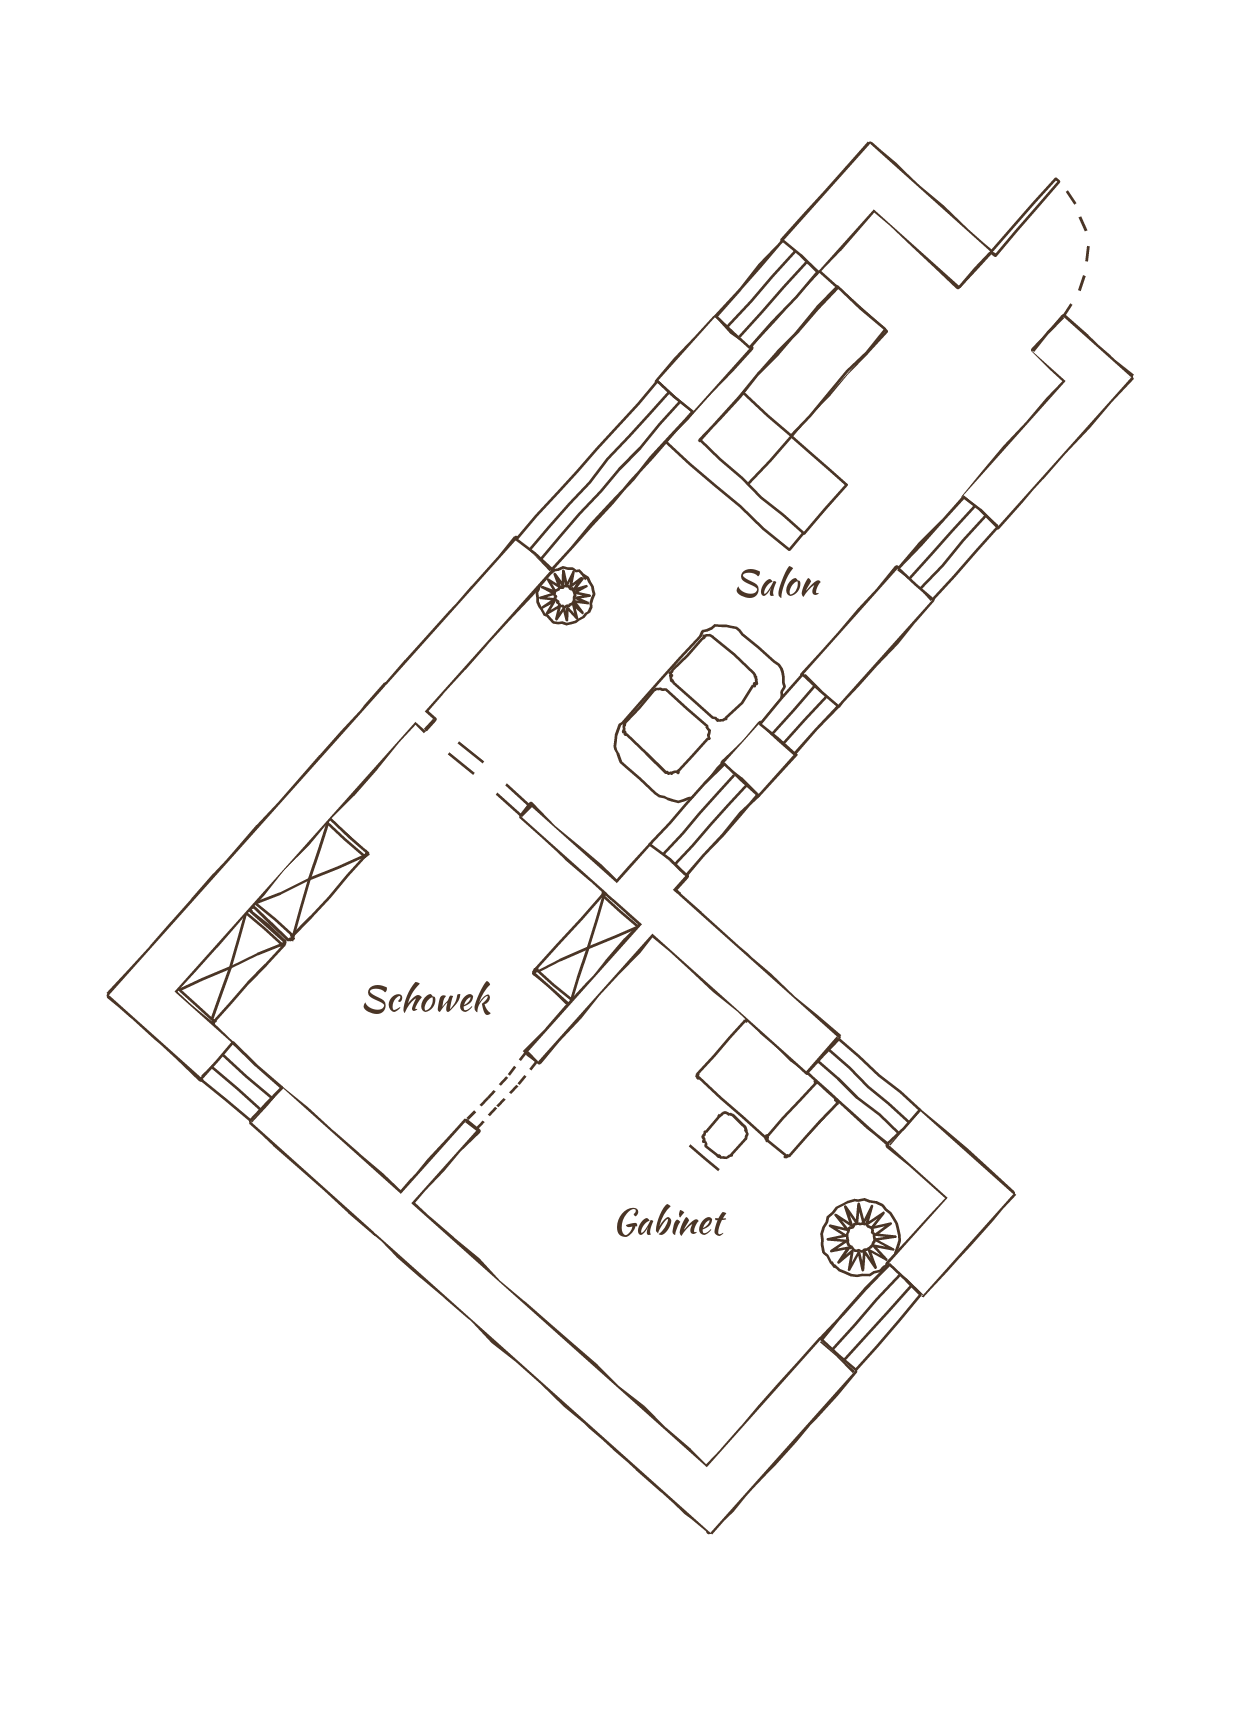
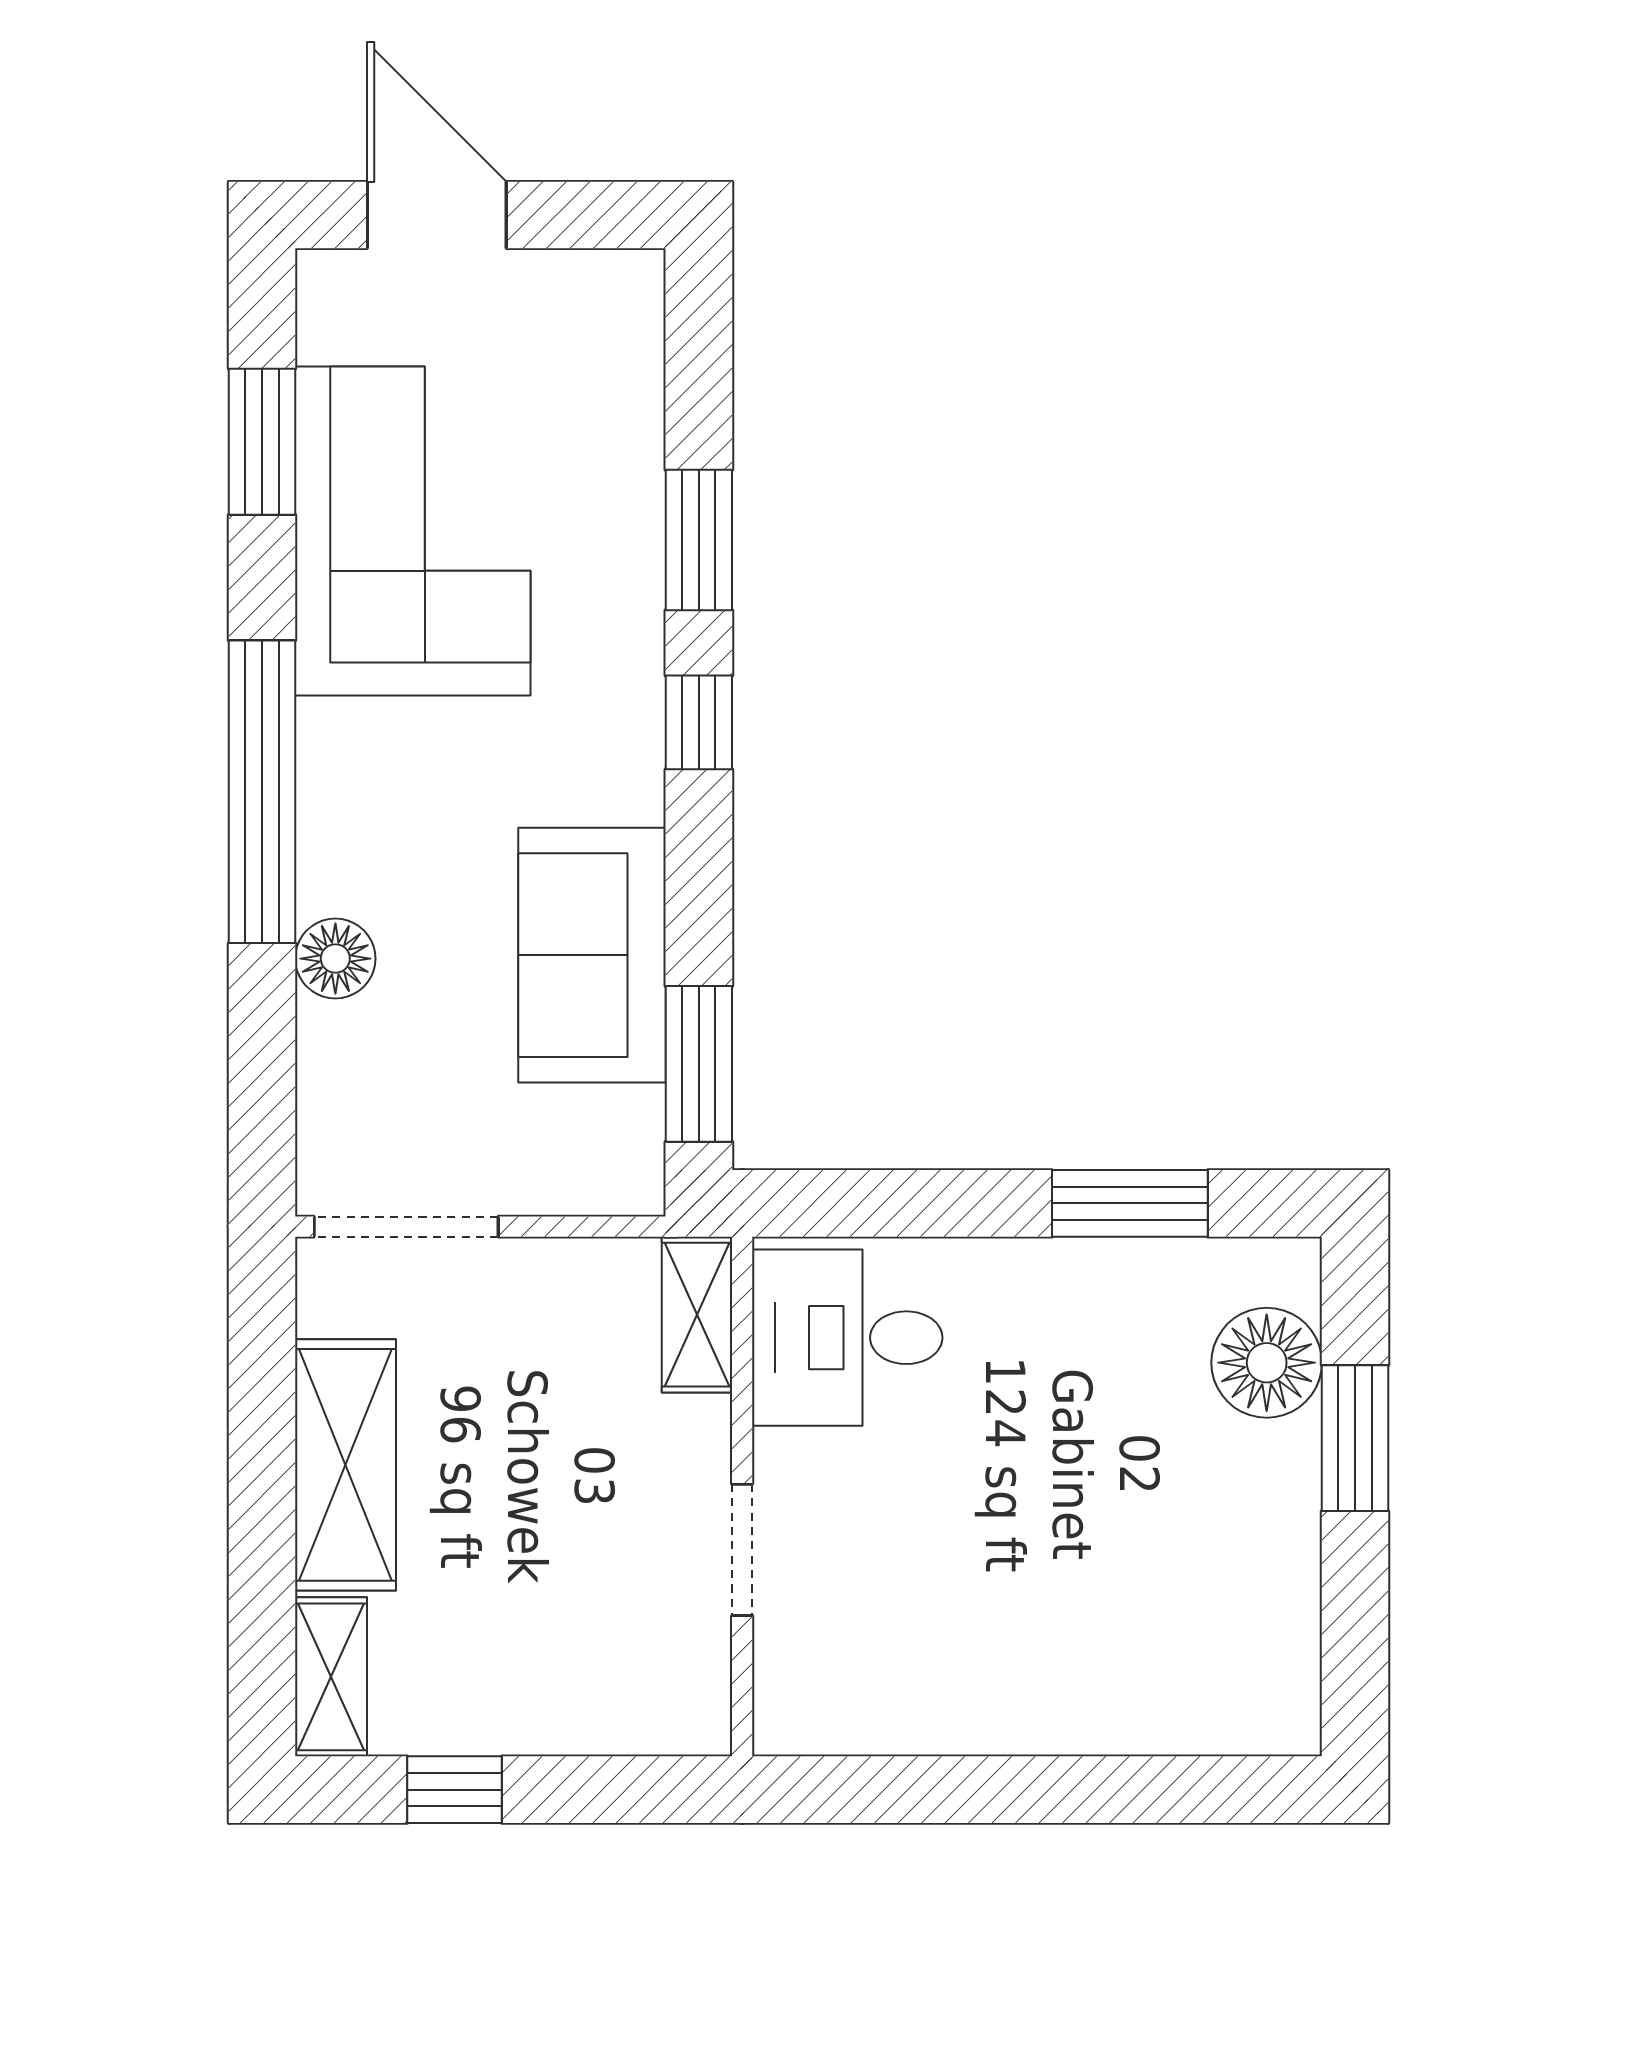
door: (1011, 301) -> (437, 215), moved
window: (799, 714) -> (699, 722), moved
shelving: (310, 879) -> (346, 1465), width x1.50, depth x1.33
desk: (749, 1109) -> (847, 1338), moved, turned -90

